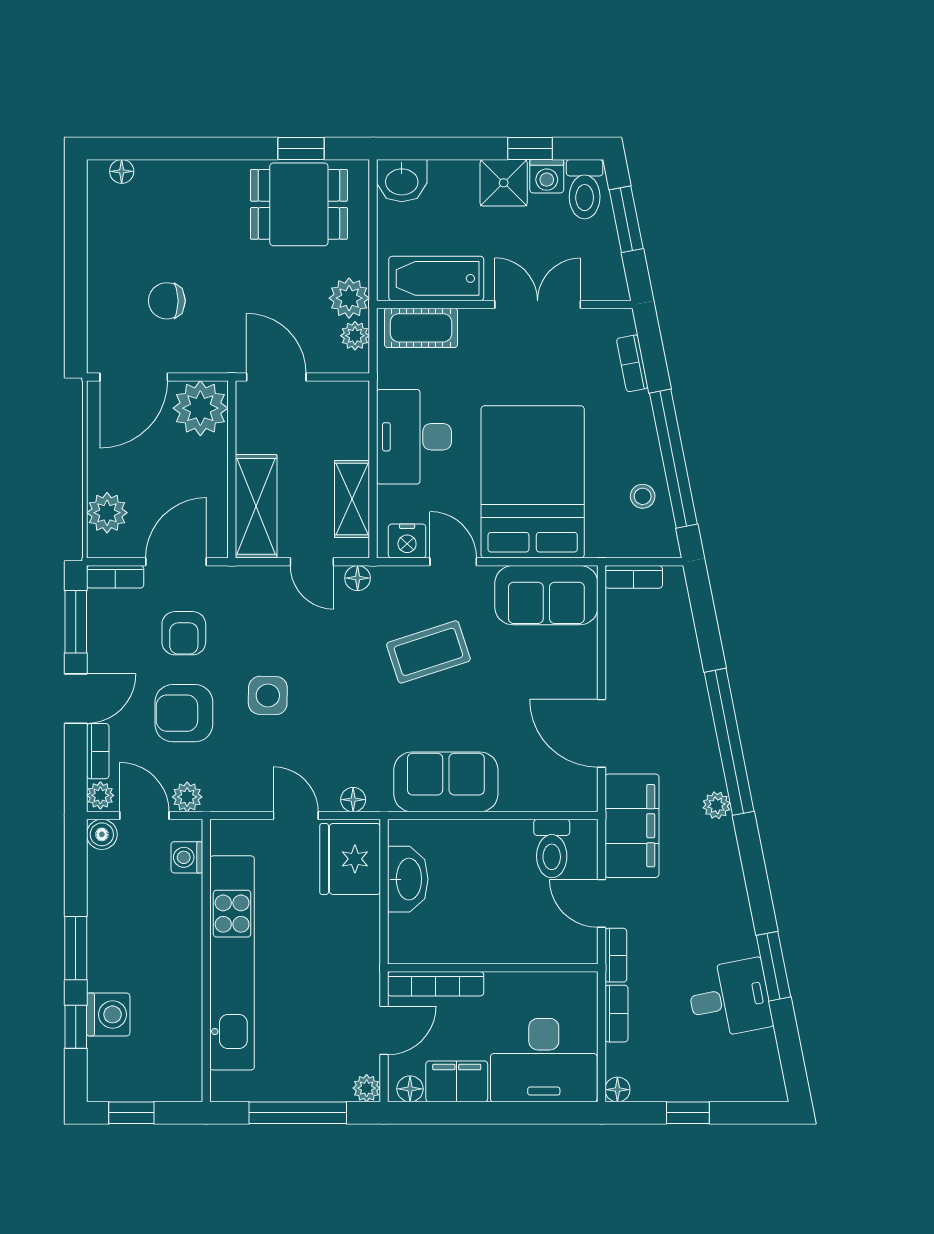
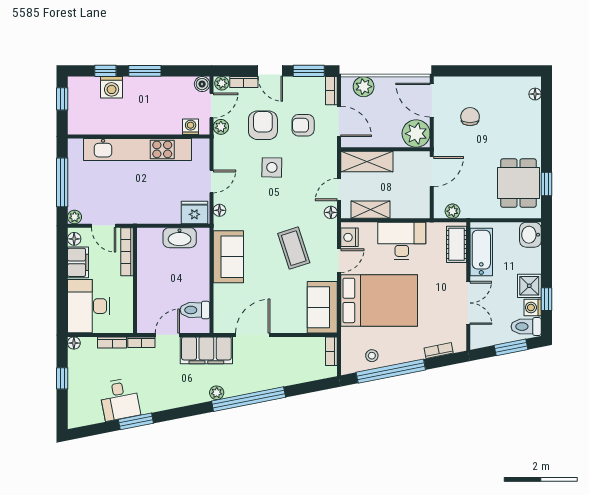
plant: (349, 298) -> (471, 208), removed
fridge: (350, 859) -> (194, 213), width x0.73, depth x0.75

